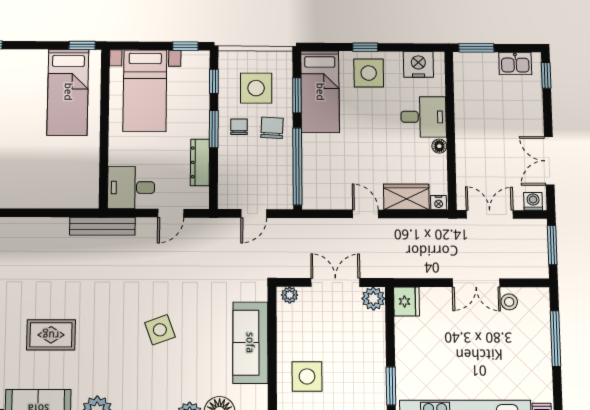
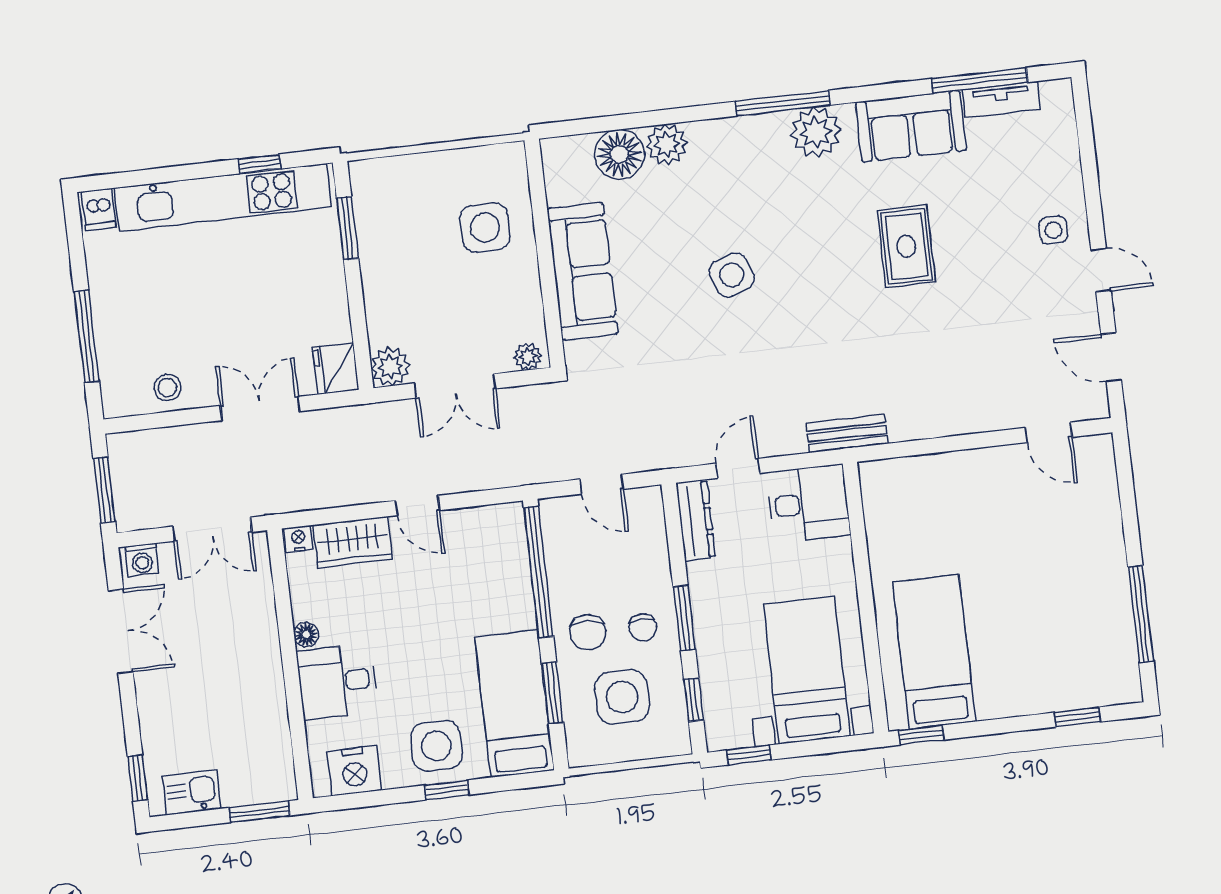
dresser: (200, 162) -> (696, 520), moved
door: (254, 214) -> (602, 484), swing flipped
bench: (102, 226) -> (847, 433), width x0.73
double door: (476, 283) -> (260, 408), moved
rug: (51, 335) -> (906, 246), turned 90

